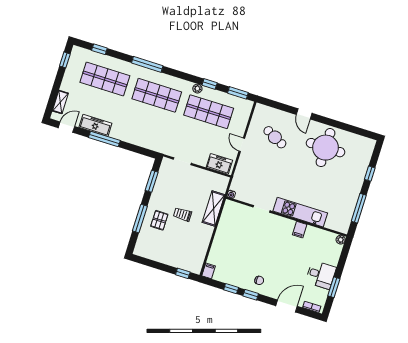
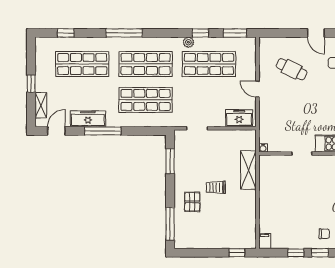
window: (65, 60) -> (31, 84), moved
shop shelf: (147, 125) -> (146, 100), added
window: (140, 218) -> (170, 224), moved

